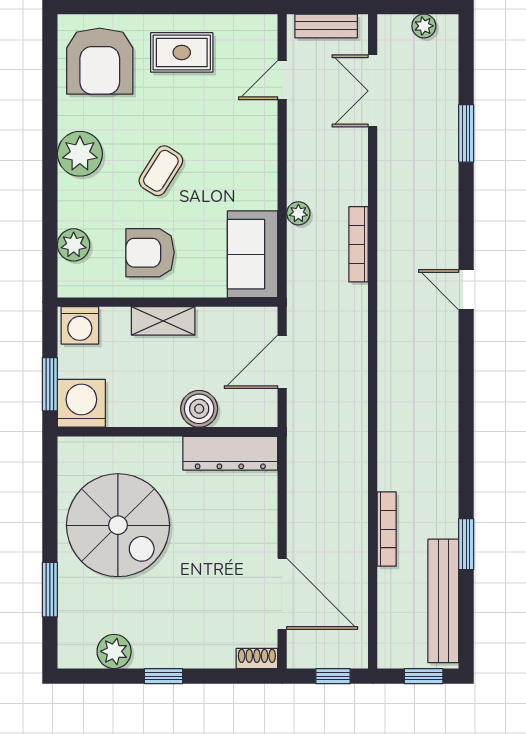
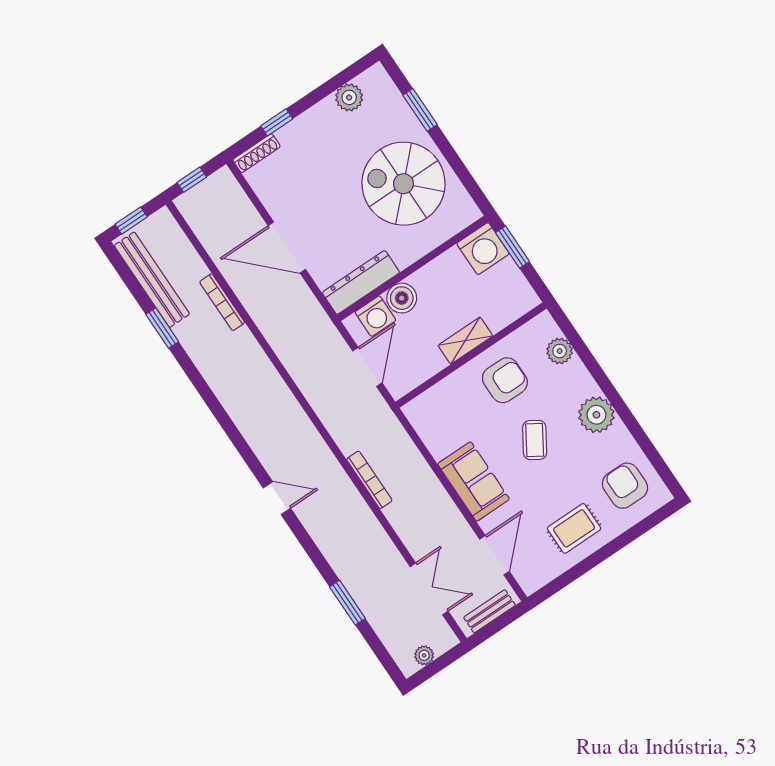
armchair: (100, 61) -> (625, 486), width x0.73, depth x0.73
door: (282, 80) -> (494, 555), width x1.38
plant: (298, 213) -> (424, 473), removed
sofa: (253, 254) -> (474, 482), moved
washing machine: (80, 325) -> (375, 316), moved, turned 180
door: (282, 594) -> (287, 247), moved
shoe rack: (257, 658) -> (256, 153), width x1.43
window: (164, 676) -> (277, 122), moved

